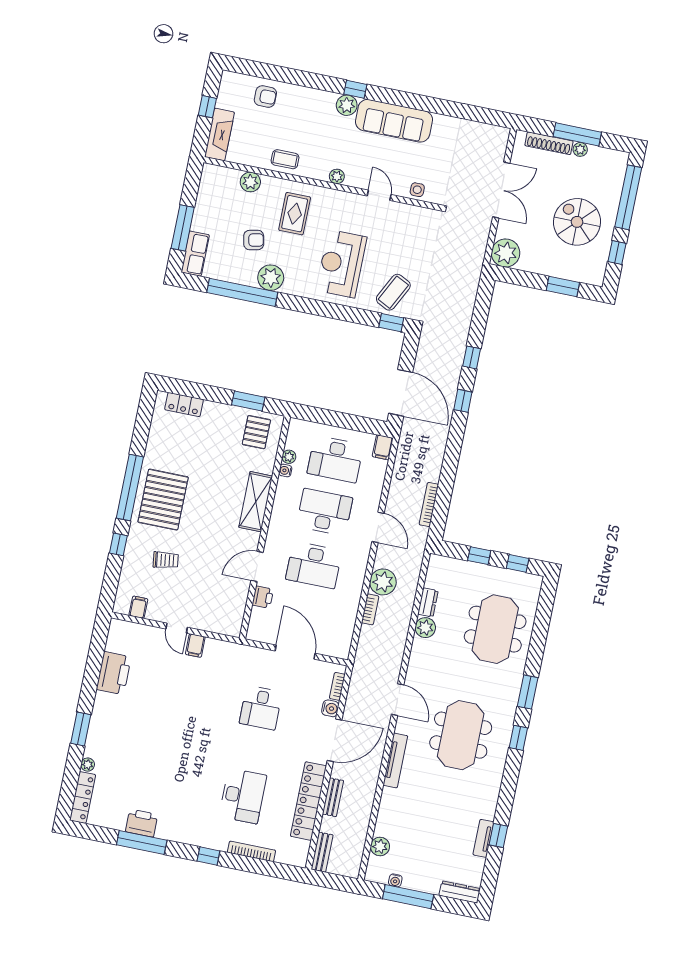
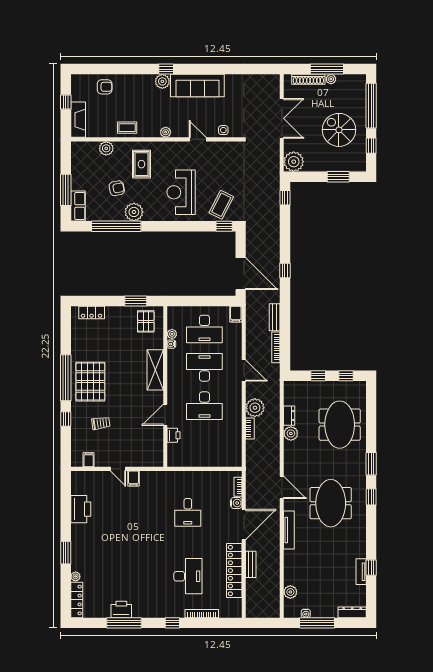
window: (472, 357) -> (285, 198), moved
door: (295, 652) -> (204, 469), removed
bench: (322, 852) -> (275, 317), moved

